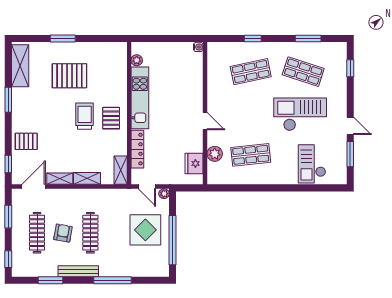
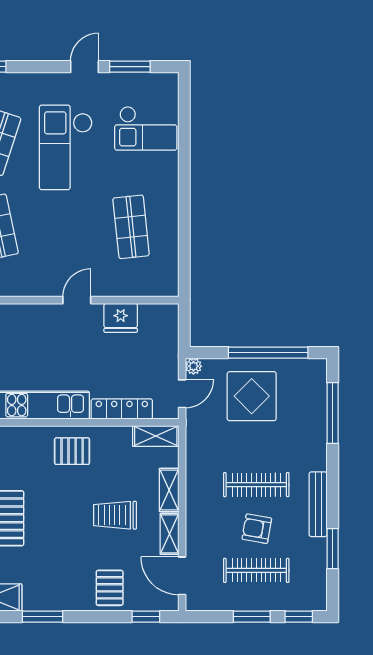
trolley: (85, 116) -> (115, 515), moved
plant: (215, 154) -> (129, 285), removed
fridge: (194, 163) -> (121, 318), moved
window: (8, 217) -> (252, 617), moved
window: (113, 280) -> (333, 413), moved

